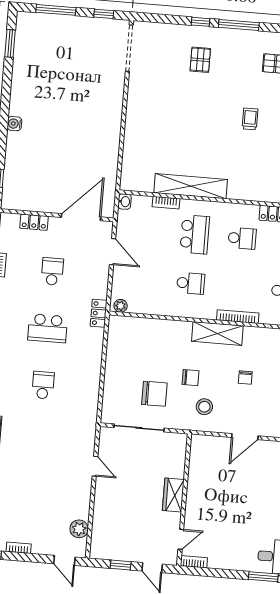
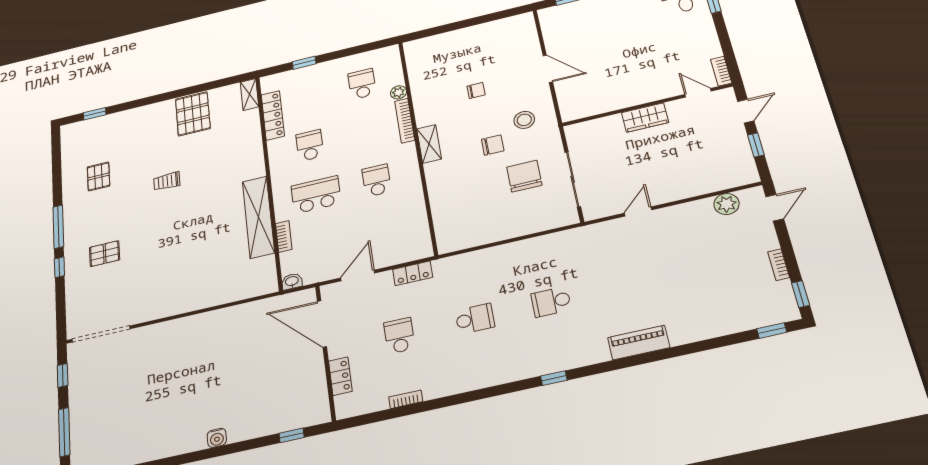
school desk: (52, 271) -> (399, 336), turned 90
plant: (121, 306) -> (399, 92), moved
locker: (99, 313) -> (413, 273), moved
school desk: (48, 328) -> (475, 319), width x0.54
shelving: (217, 333) -> (429, 144), width x0.67, depth x0.75
chair: (190, 378) -> (493, 145), turned 90

